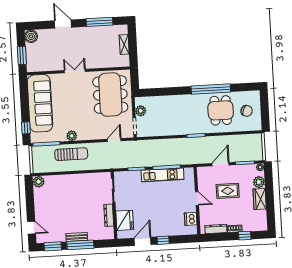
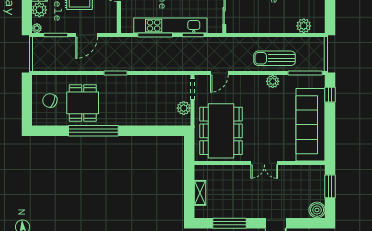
kitchen unit: (163, 175) -> (170, 25), width x1.36
plant: (39, 182) -> (304, 26), moved

